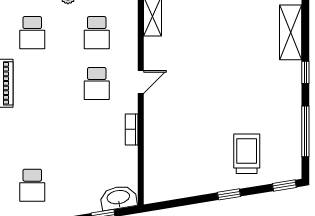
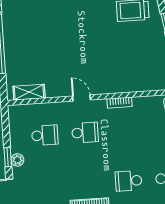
school desk: (32, 33) -> (129, 181), moved, turned 180

